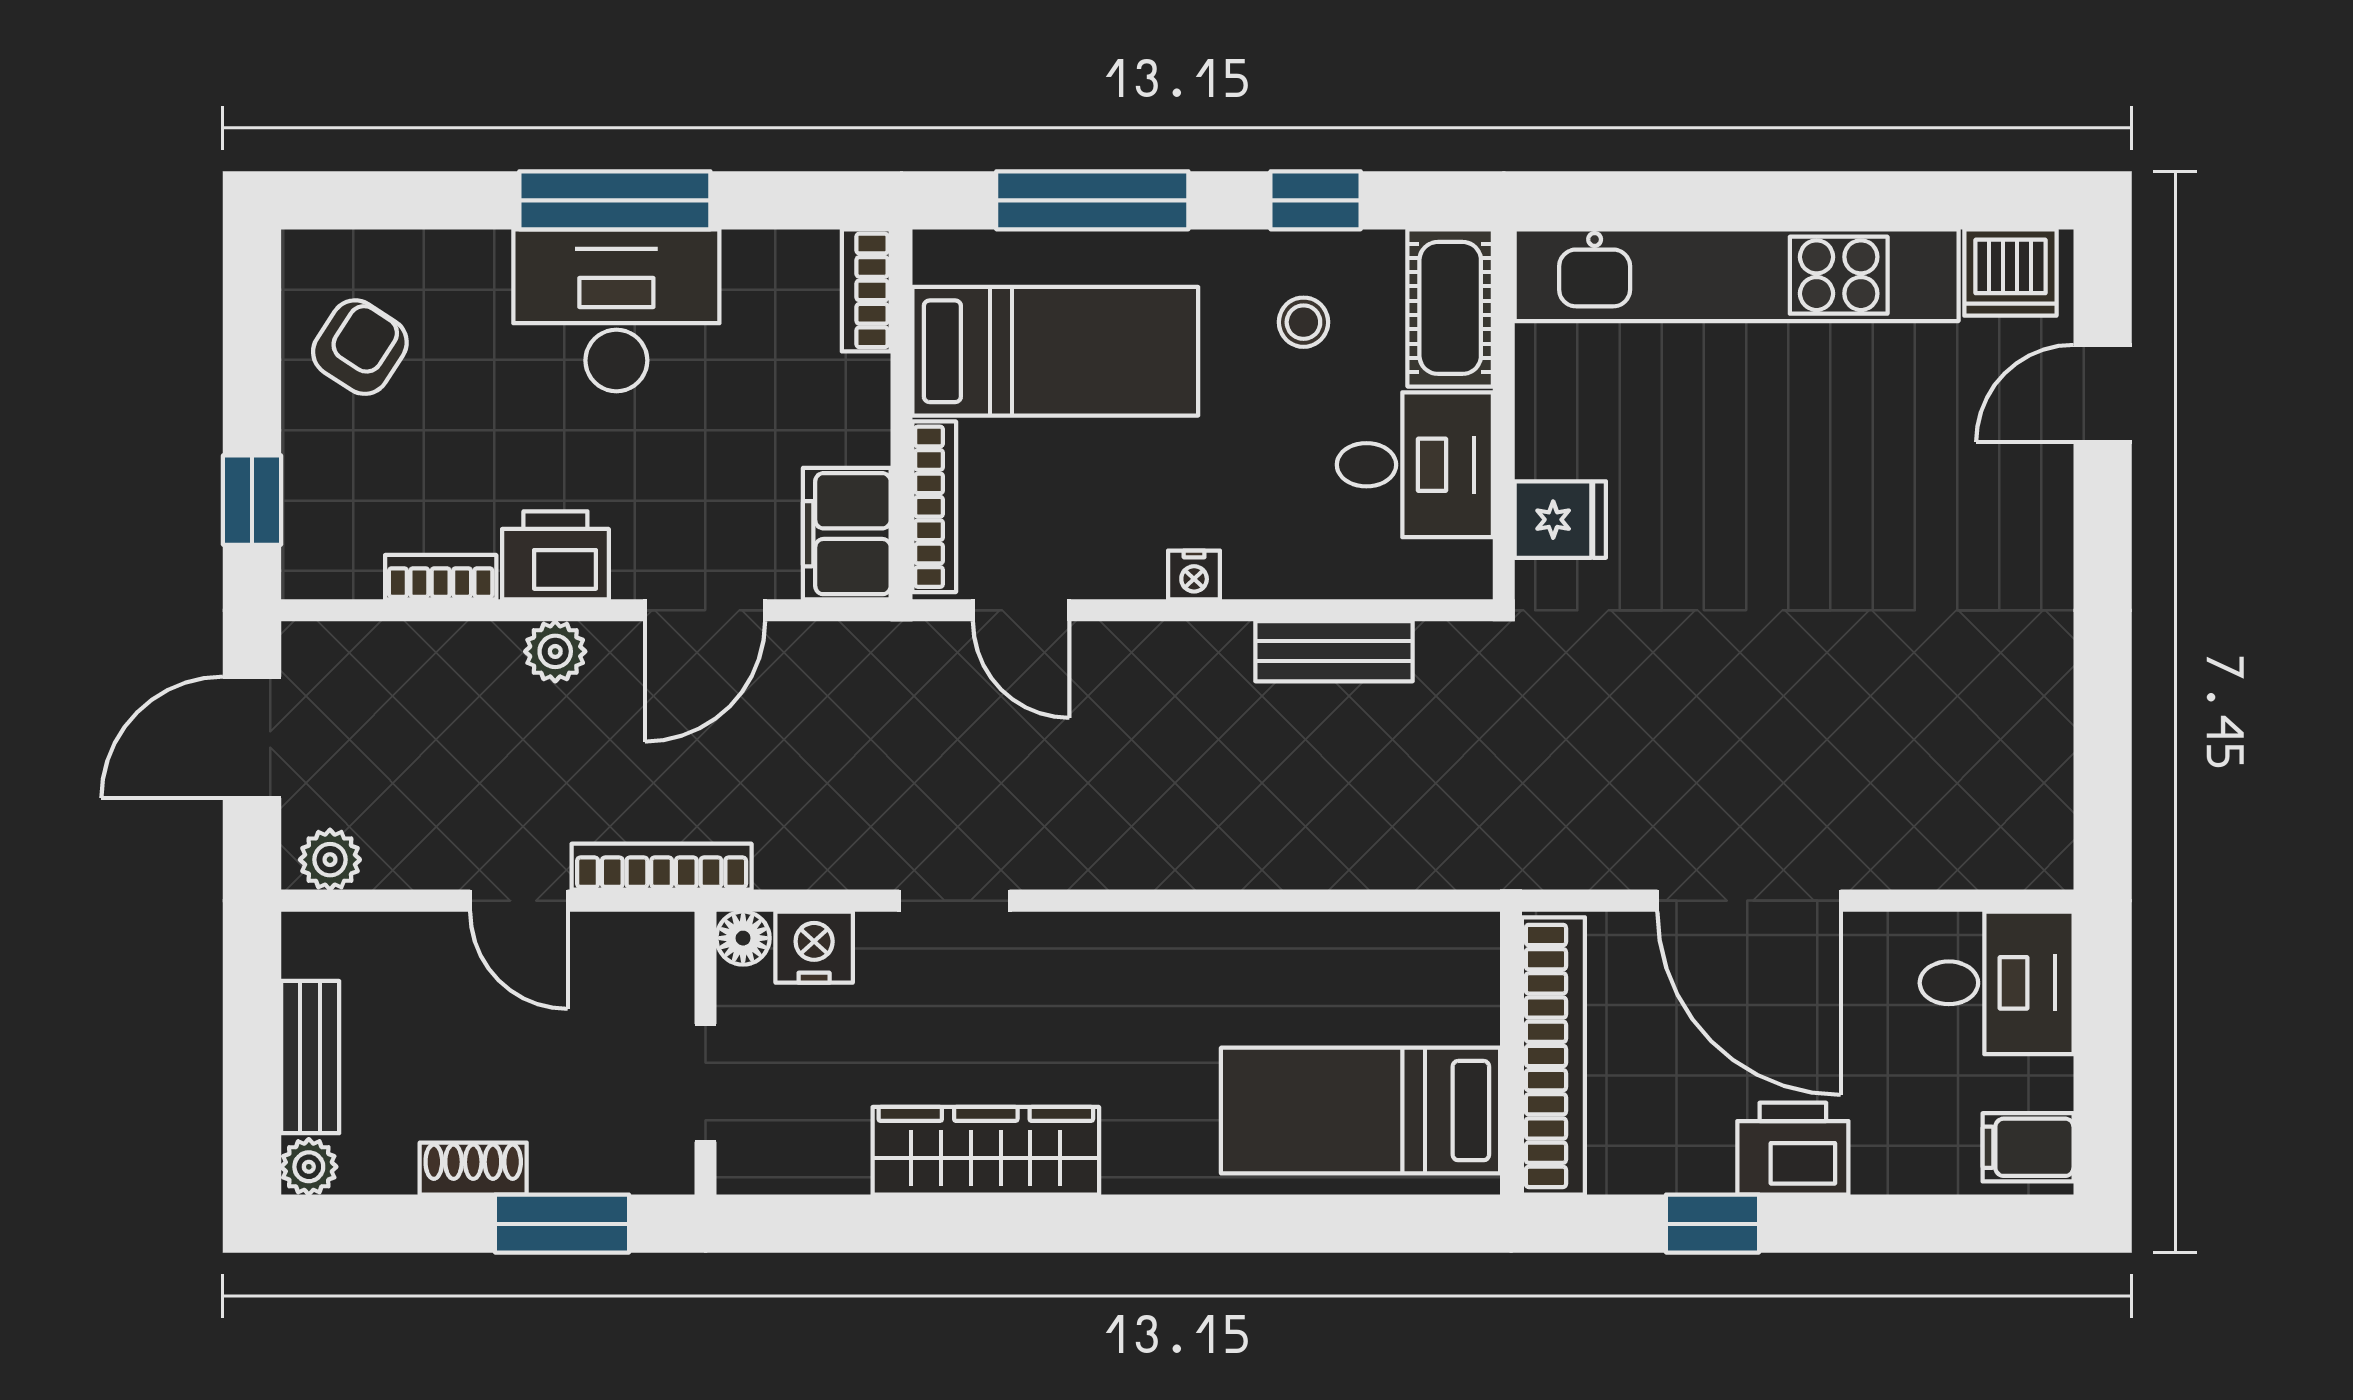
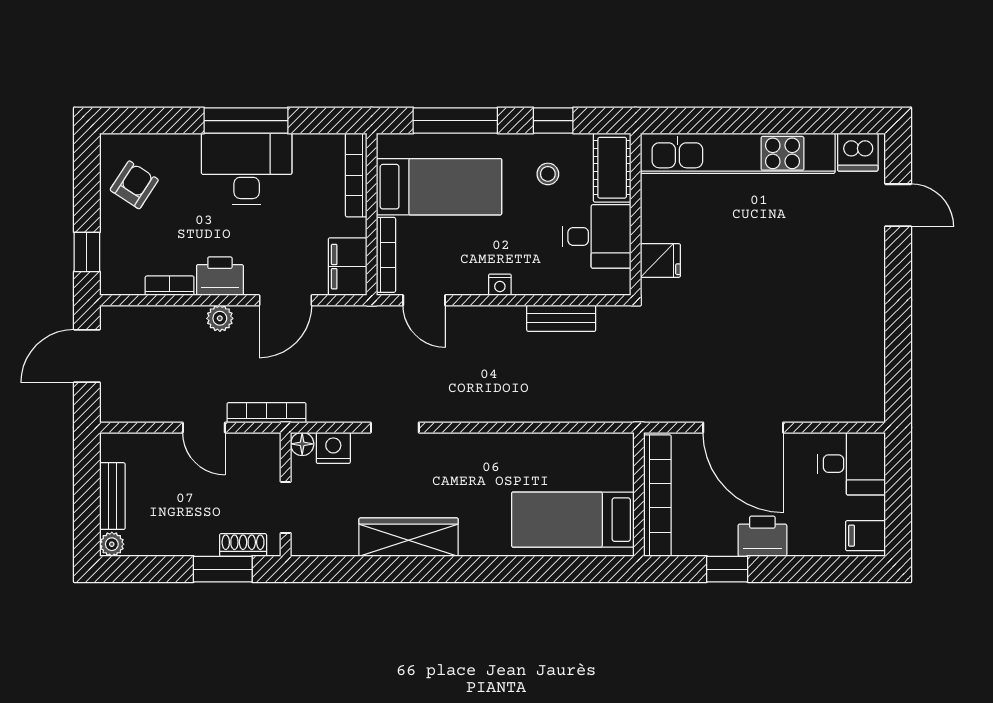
bookcase: (866, 290) -> (356, 175), width x1.56
door: (2103, 393) -> (898, 205), swing flipped
plant: (330, 860) -> (121, 410), removed
shoe rack: (473, 1169) -> (243, 545), moved

